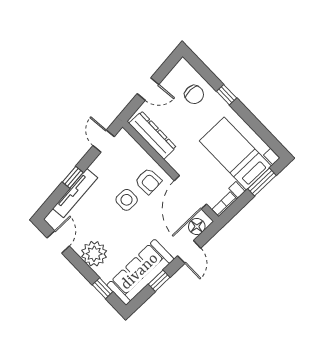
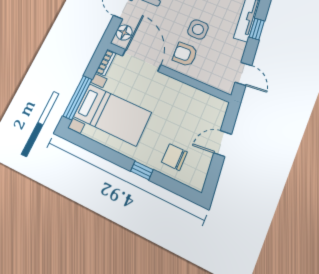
dresser: (153, 135) -> (199, 99), removed
window: (262, 182) -> (78, 98), width x1.44

